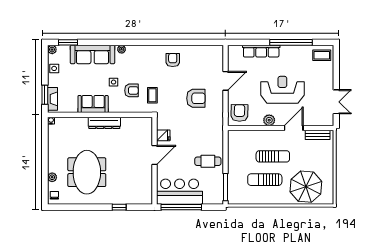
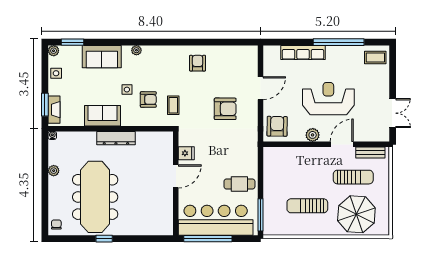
sofa: (93, 54) -> (102, 57), width x0.73
sun lounger: (273, 156) -> (353, 177), moved
meeting table: (87, 172) -> (95, 197), width x1.36
plant: (52, 177) -> (54, 171), moved
bar counter: (180, 192) -> (216, 220), width x1.36
window: (119, 207) -> (104, 239), moved

